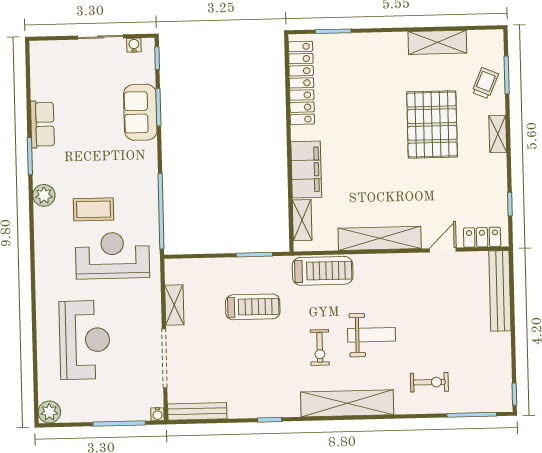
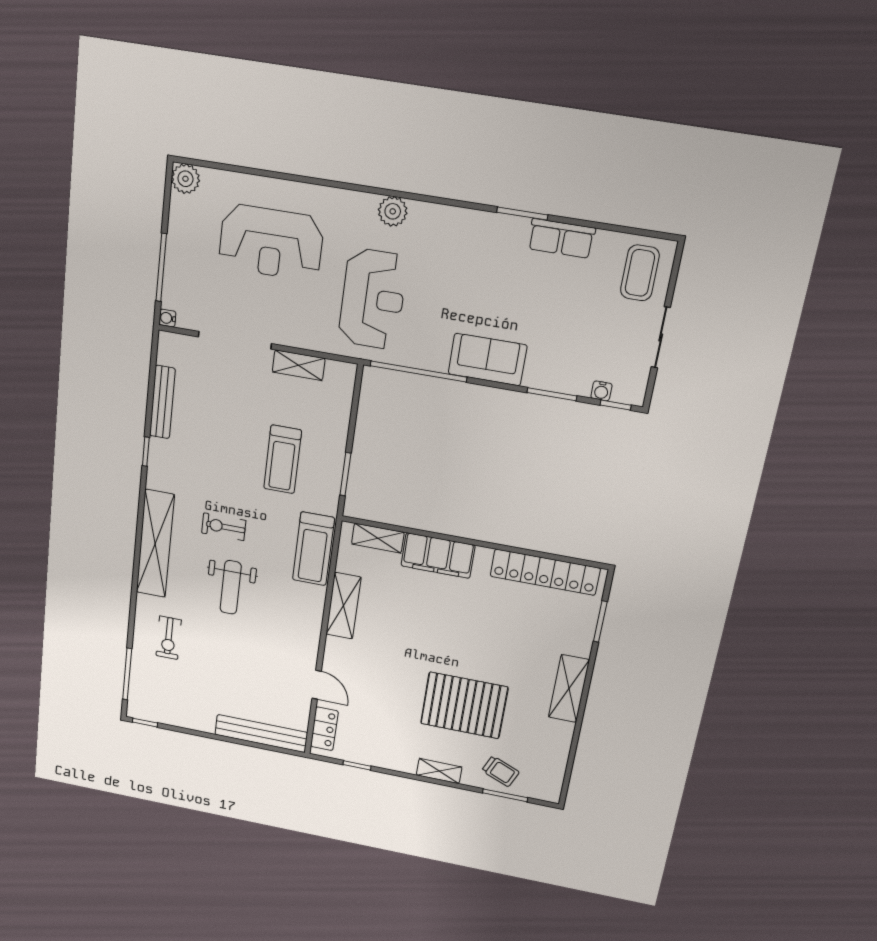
shelving: (437, 42) -> (569, 689), moved
water cooler: (134, 45) -> (601, 391), moved, turned 90
sofa: (140, 112) -> (487, 360), moved
plant: (44, 195) -> (393, 211), moved
coffee table: (93, 209) -> (640, 273), moved
shelving: (380, 238) -> (343, 606), width x0.68
bench: (197, 411) -> (162, 402), moved

